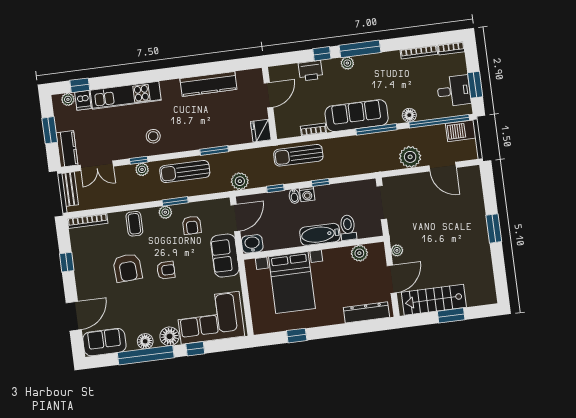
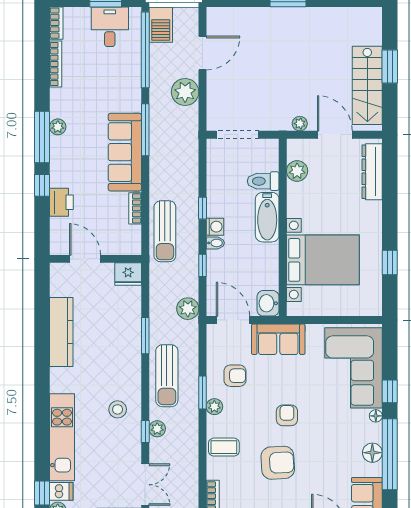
plant: (347, 63) -> (58, 127), moved
floor lamp: (409, 115) -> (133, 86), removed
floor lamp: (170, 336) -> (376, 416), width x0.53, depth x0.53

